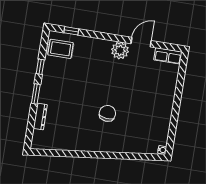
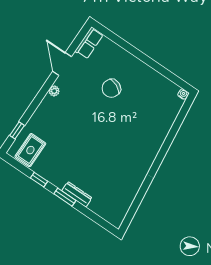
plant: (120, 50) -> (54, 91), width x0.53, depth x0.53
chair: (107, 113) -> (111, 88), moved, turned -72
dresser: (40, 117) -> (77, 194), moved

